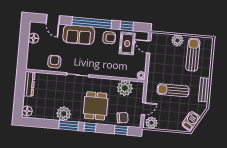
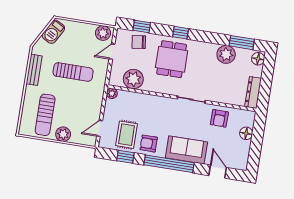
floor lamp: (34, 38) -> (246, 133), moved
door: (149, 47) -> (100, 128), swing flipped
plant: (64, 114) -> (226, 54), moved
window: (69, 125) -> (242, 43), moved

